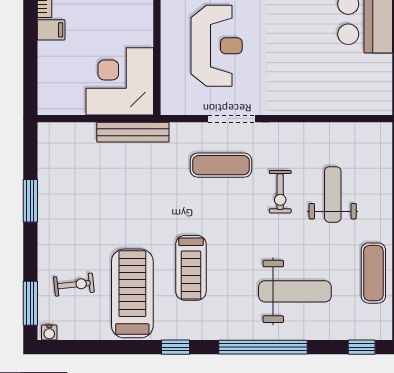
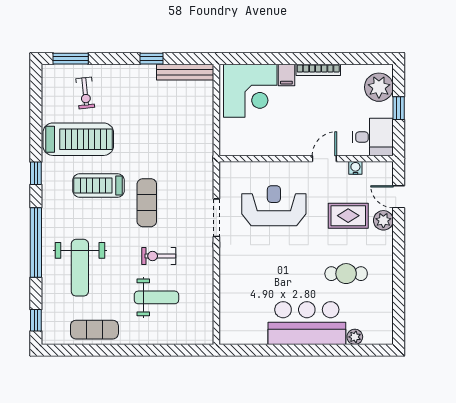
reception desk: (217, 46) -> (274, 206), turned 180
corner desk: (120, 81) -> (250, 91), moved, turned 90
bench: (133, 132) -> (185, 72), moved, turned 90
exercise mat: (221, 165) -> (147, 203), moved
window: (30, 201) -> (151, 59), width x0.67
water cooler: (49, 333) -> (47, 74), removed

